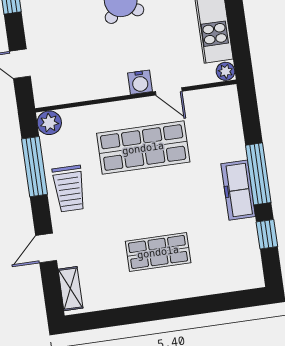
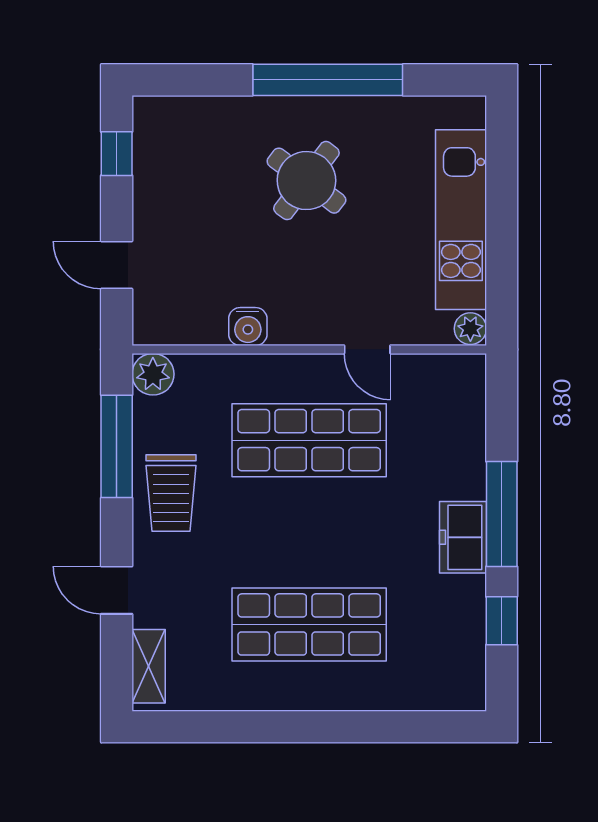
water cooler: (140, 82) -> (248, 326), moved
freezer: (238, 190) -> (463, 537), width x0.71
door: (46, 248) -> (117, 590), hinge flipped
shop shelf: (158, 252) -> (309, 624), width x1.43, depth x1.36

